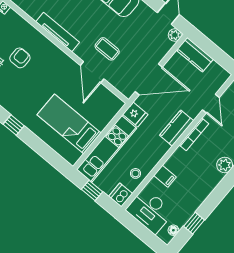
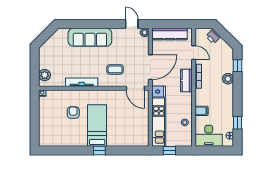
kitchen counter: (195, 55) -> (170, 34), width x1.50
door: (92, 72) -> (135, 88), moved
bed: (69, 124) -> (97, 126), moved, turned 90
dishwasher: (121, 195) -> (186, 140), removed

